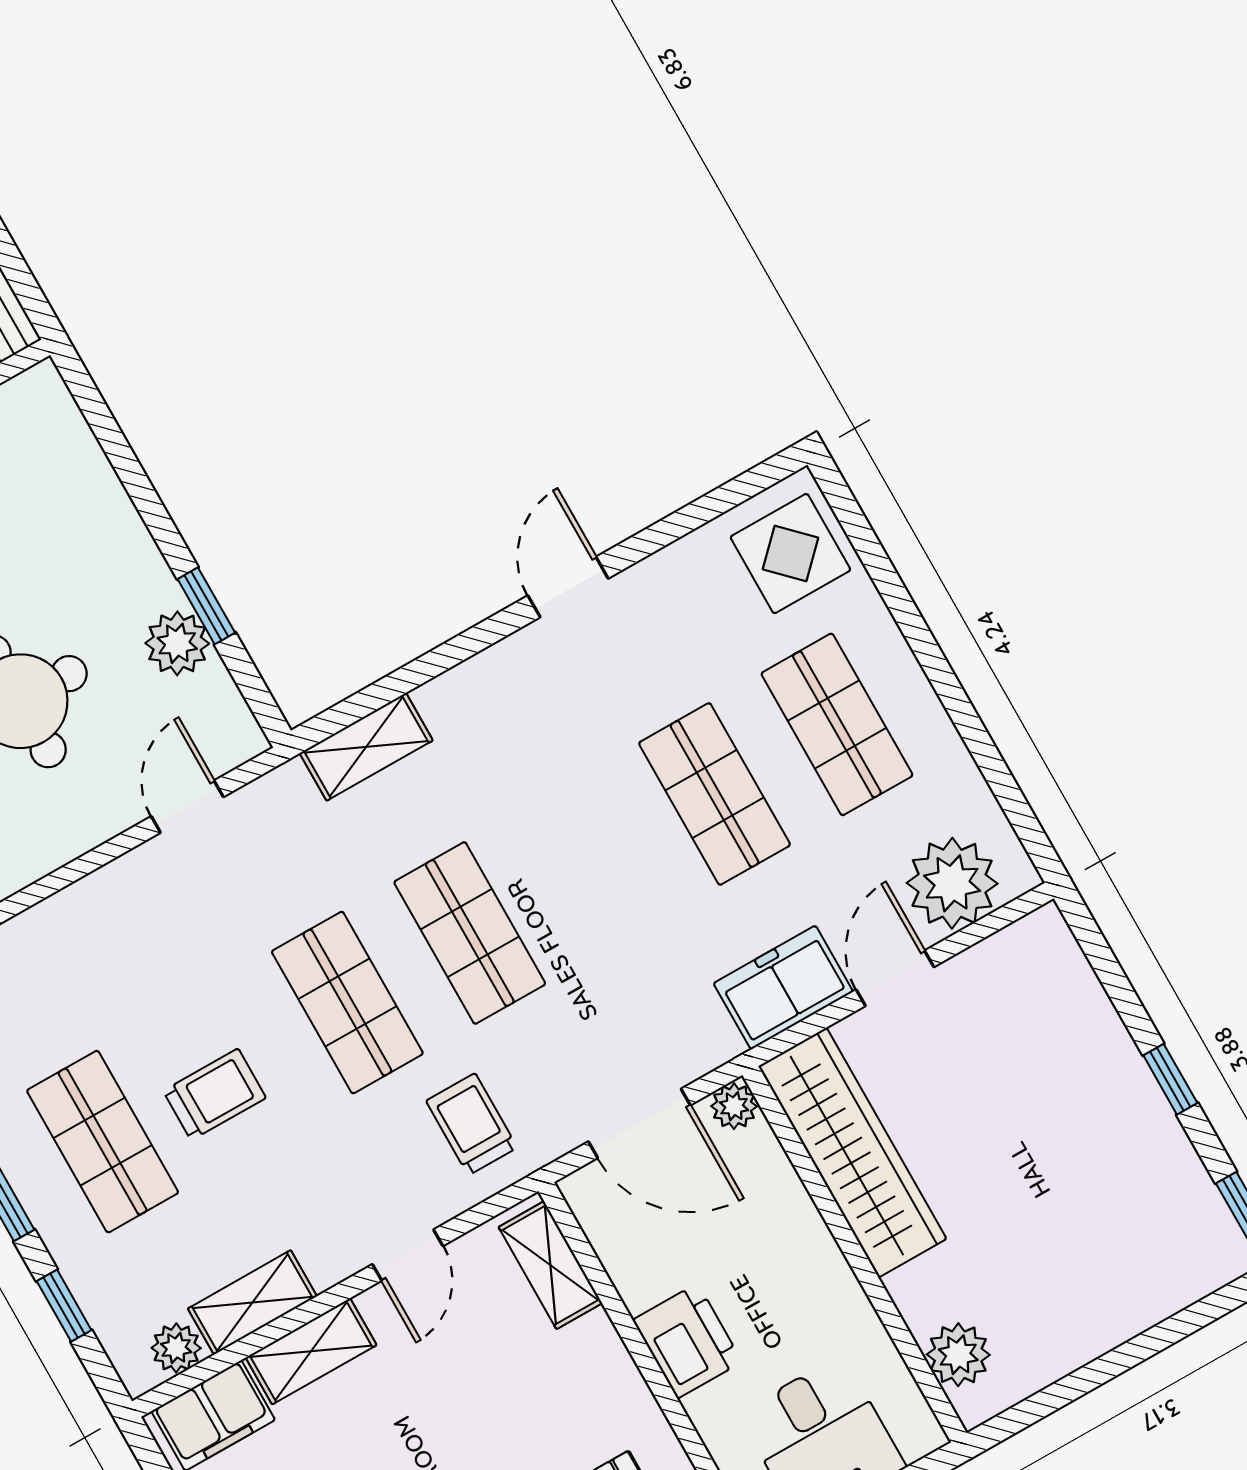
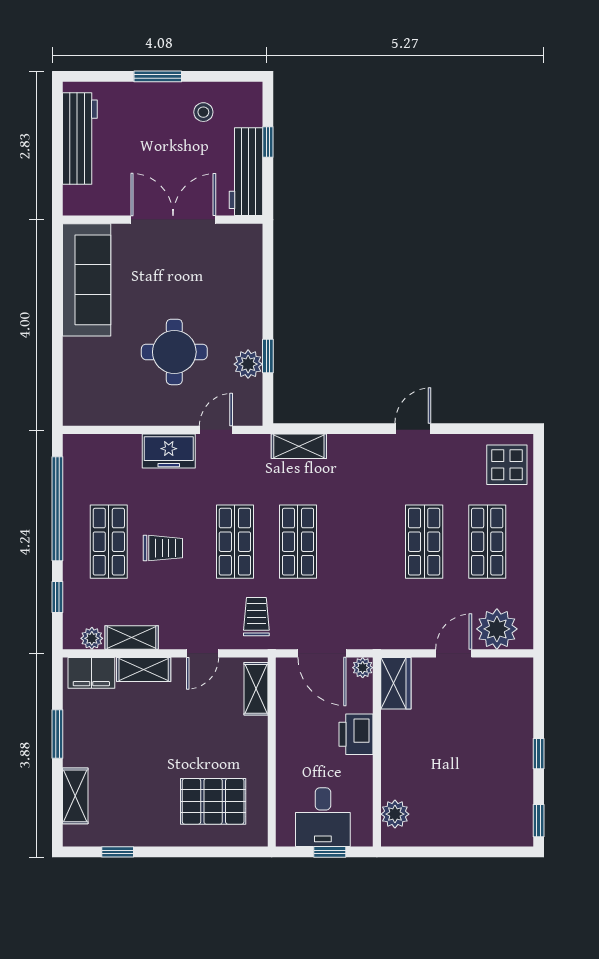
freezer: (783, 988) -> (169, 451), moved, turned 180
wardrobe: (852, 1153) -> (396, 683), width x0.48, depth x0.85
printer: (687, 1341) -> (356, 734), moved, turned 180

